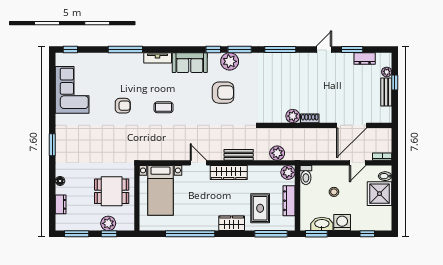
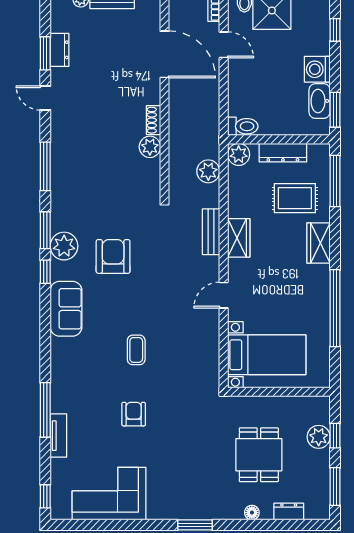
tv unit: (158, 58) -> (58, 436), moved
dresser: (365, 58) -> (59, 50), moved
wardrobe: (229, 173) -> (239, 238), width x0.67
dining table: (112, 191) -> (259, 455), moved
stool: (334, 192) -> (269, 82), removed

